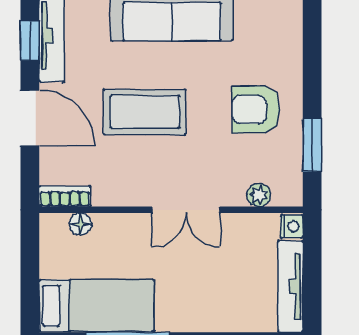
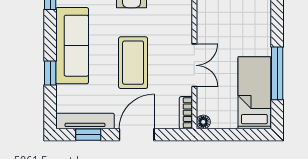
double door: (186, 210) -> (194, 65), moved
floor lamp: (80, 224) -> (203, 122), moved

